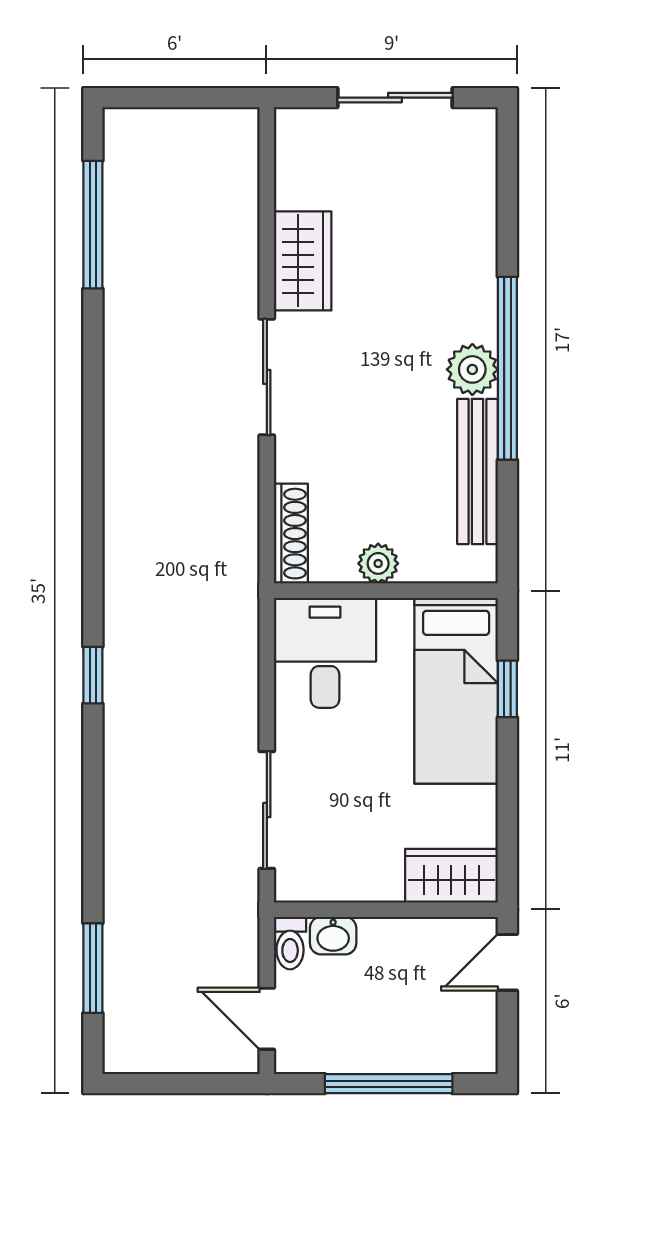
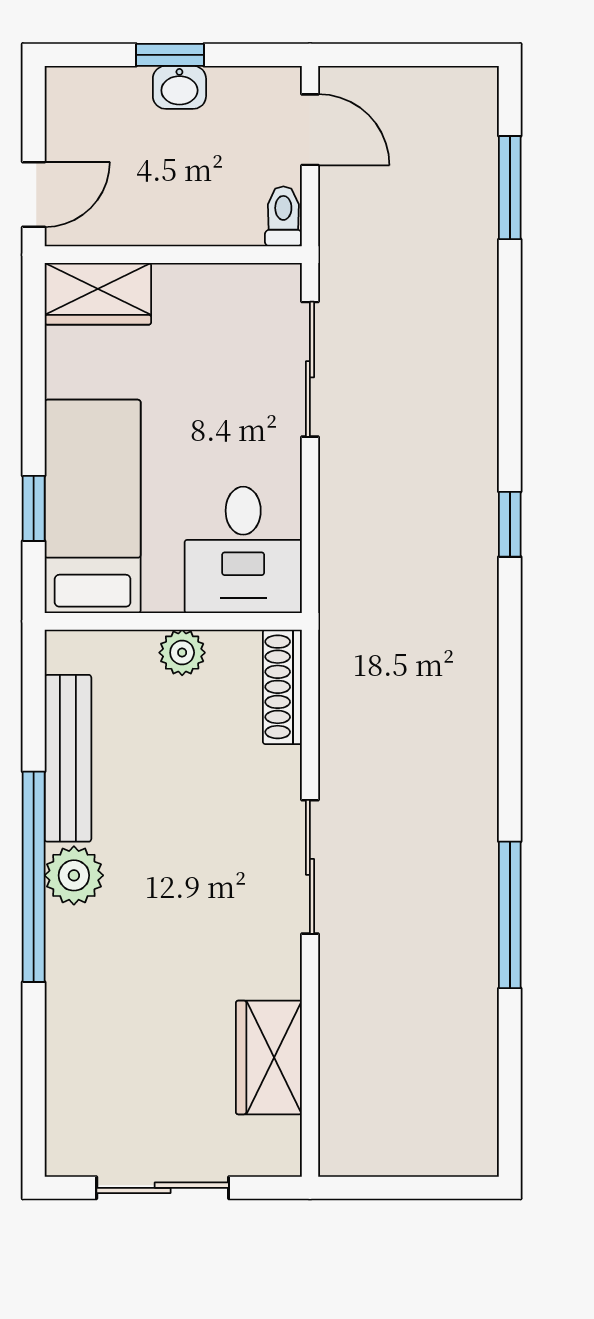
window: (93, 225) -> (510, 915), moved
wardrobe: (303, 261) -> (269, 1057), moved
washbasin: (333, 936) -> (179, 87), moved, turned 180
window: (389, 1084) -> (170, 55), width x0.46

